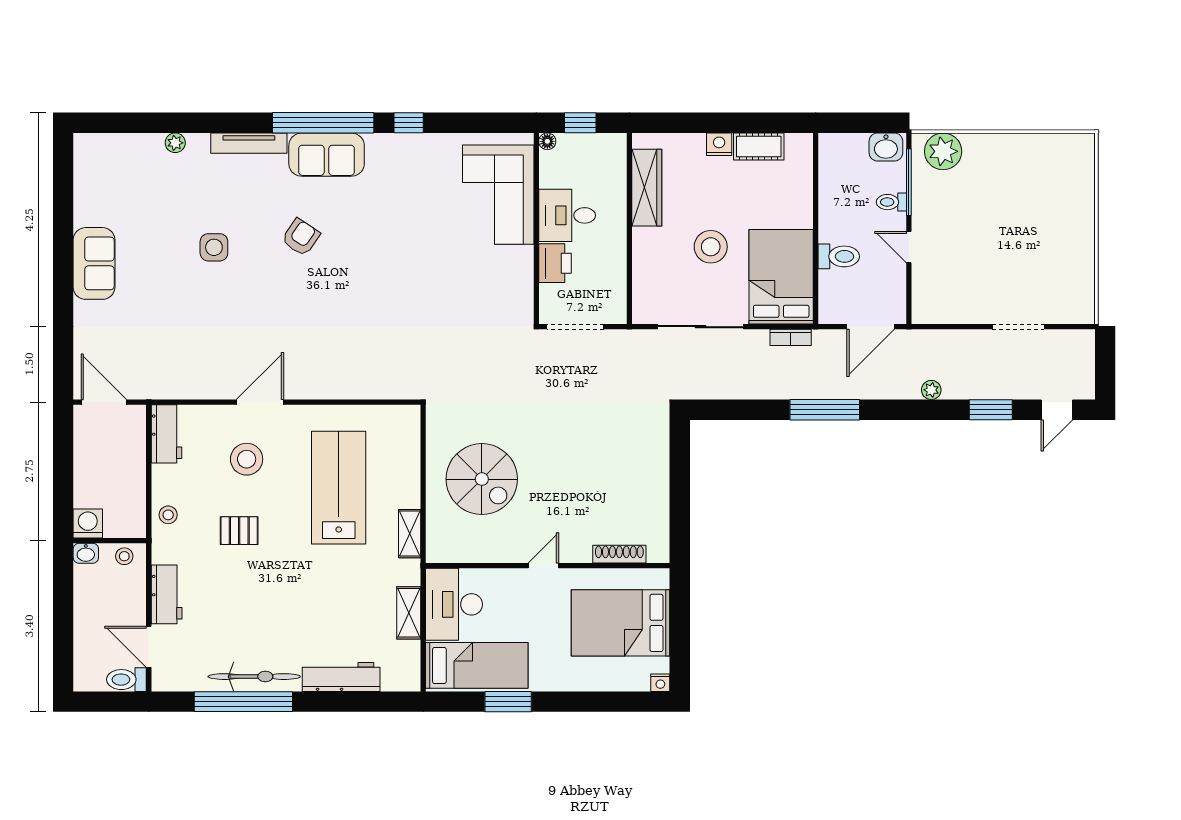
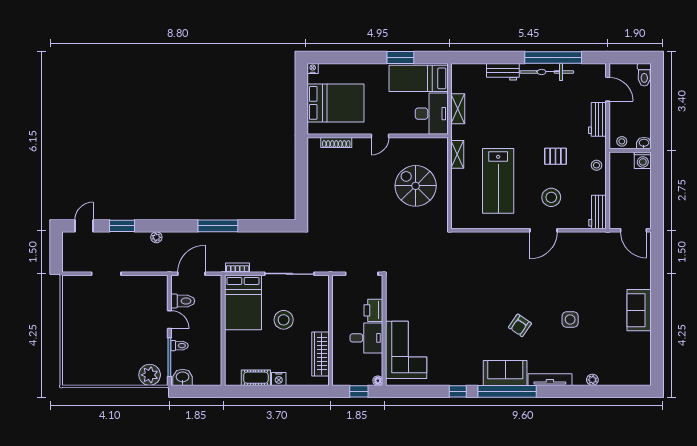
toilet: (839, 256) -> (183, 301), moved, turned 180
workbench: (341, 677) -> (503, 72), width x0.73
toilet: (126, 680) -> (644, 75), moved, turned 90

